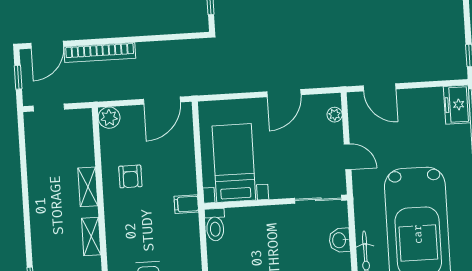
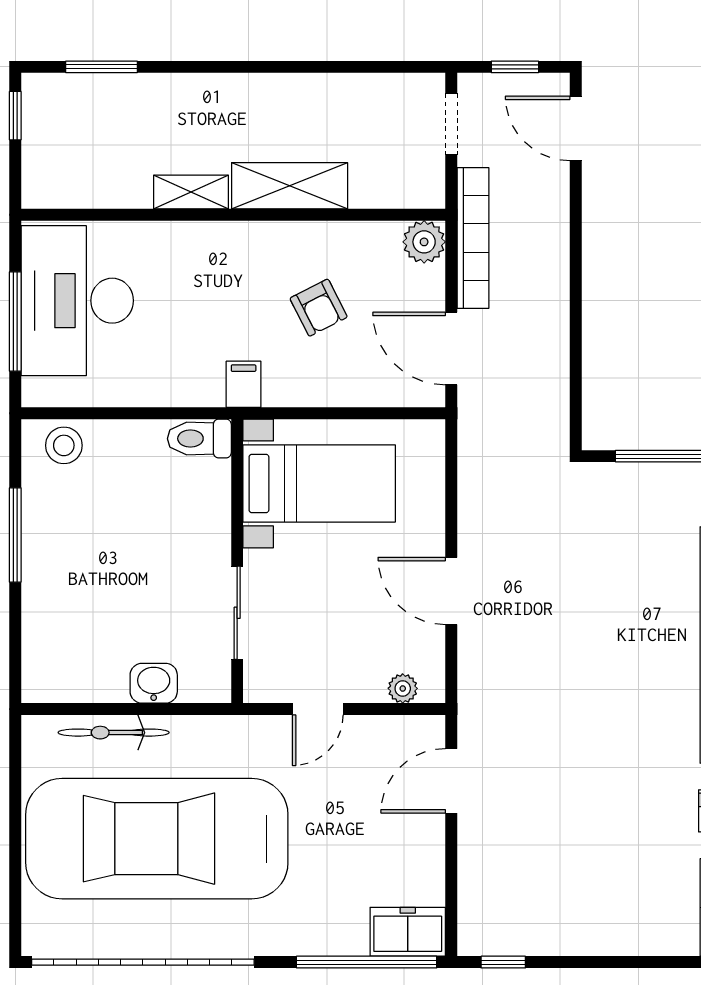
bookcase: (100, 53) -> (473, 238), moved, turned 180
armchair: (130, 176) -> (319, 308), moved, turned -117
shelving: (88, 187) -> (290, 186), width x1.50, depth x1.33
sliding door: (318, 199) -> (237, 613), moved

